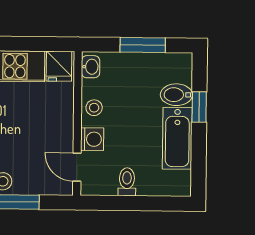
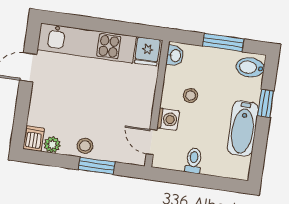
bidet: (176, 95) -> (250, 67), moved
stool: (94, 108) -> (190, 96), moved

